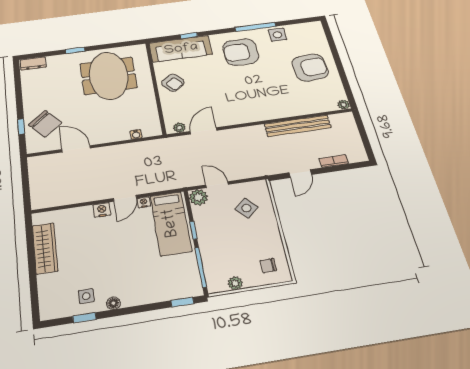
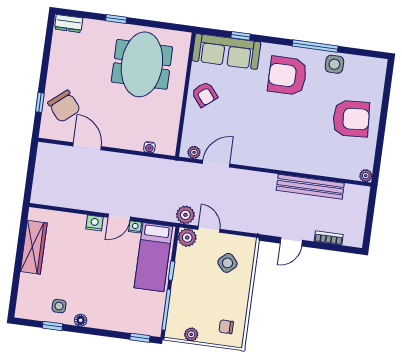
plant: (190, 179) -> (185, 215), added

